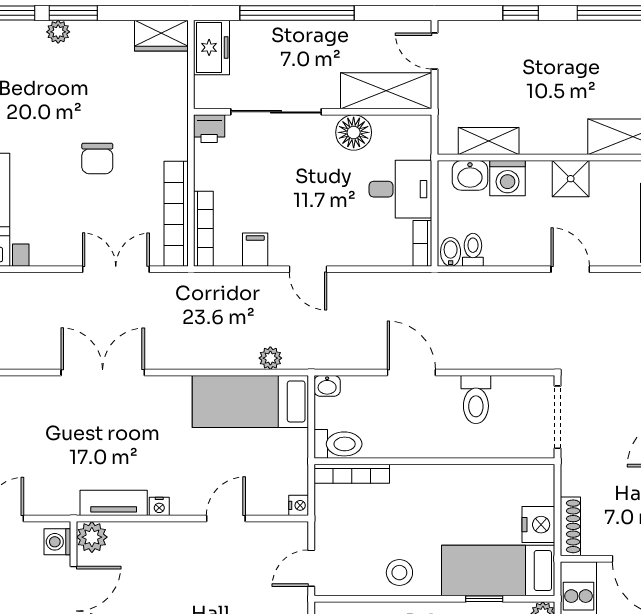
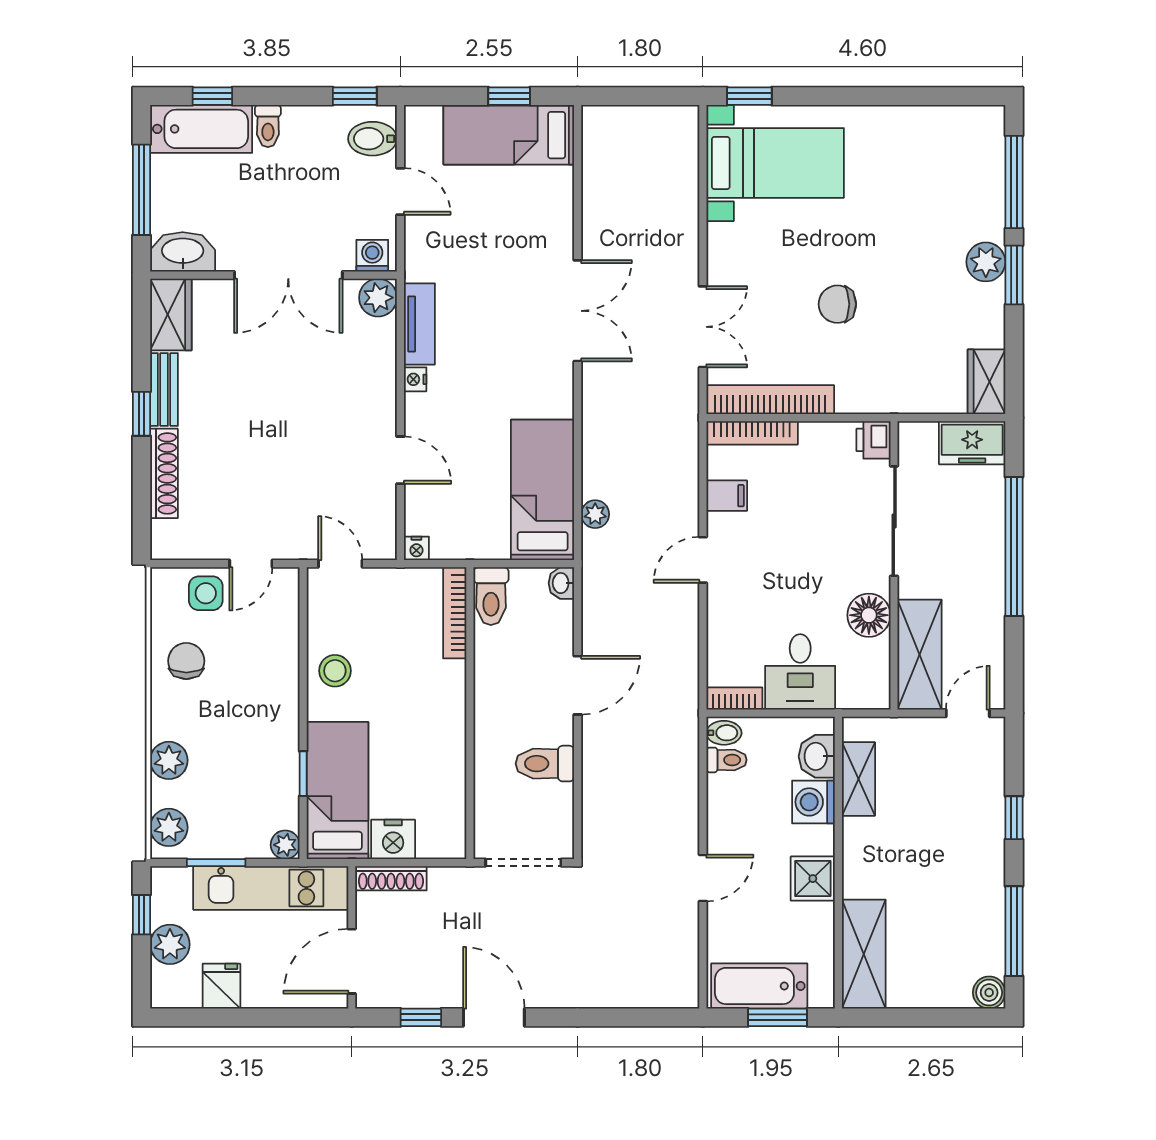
plant: (58, 32) -> (986, 262), width x1.38, depth x1.38

